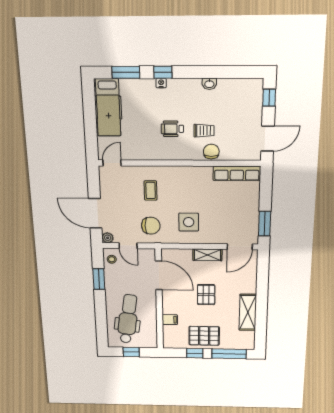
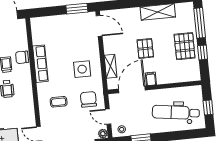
row of seats: (237, 173) -> (40, 64), moved
door: (128, 246) -> (108, 117), swing flipped
shelving: (207, 255) -> (111, 66), moved
pallet: (206, 295) -> (145, 48), turned 90
filing cabinet: (170, 320) -> (151, 79), moved

